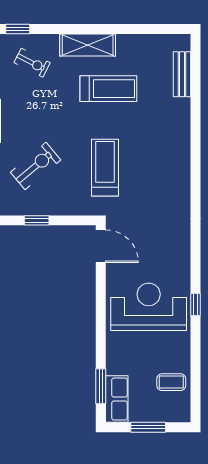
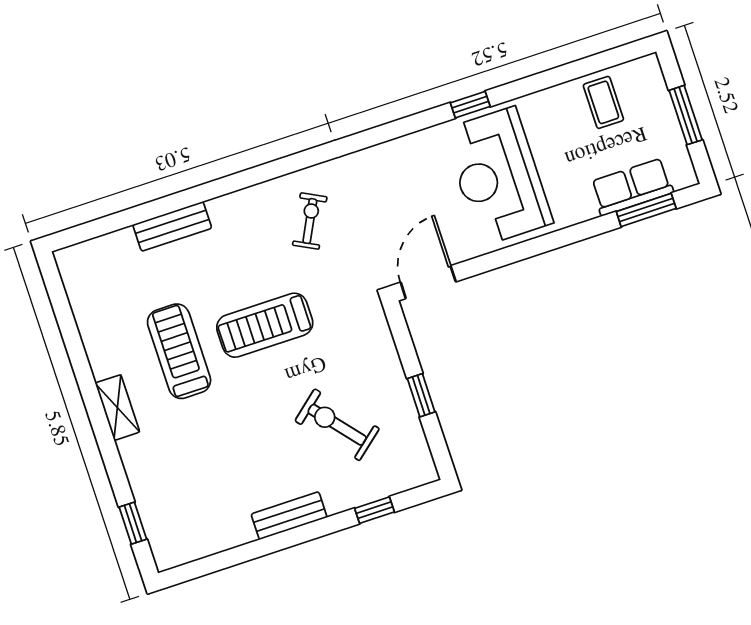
shelving: (88, 45) -> (117, 408), width x0.67, depth x0.75
exercise bike: (32, 63) -> (310, 221), moved
bench: (182, 74) -> (172, 226), moved
treadmill: (105, 168) -> (265, 325), moved
row of seats: (117, 399) -> (632, 187), moved

